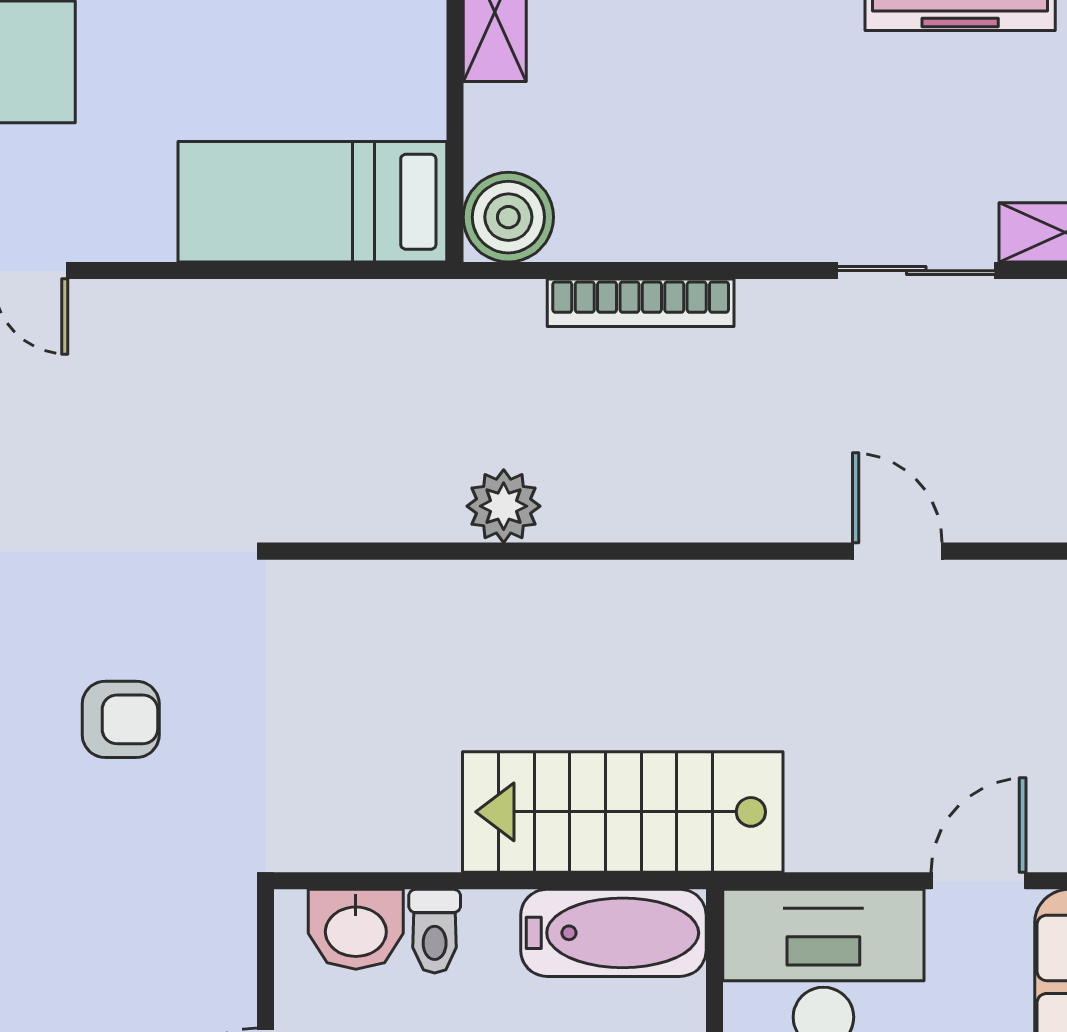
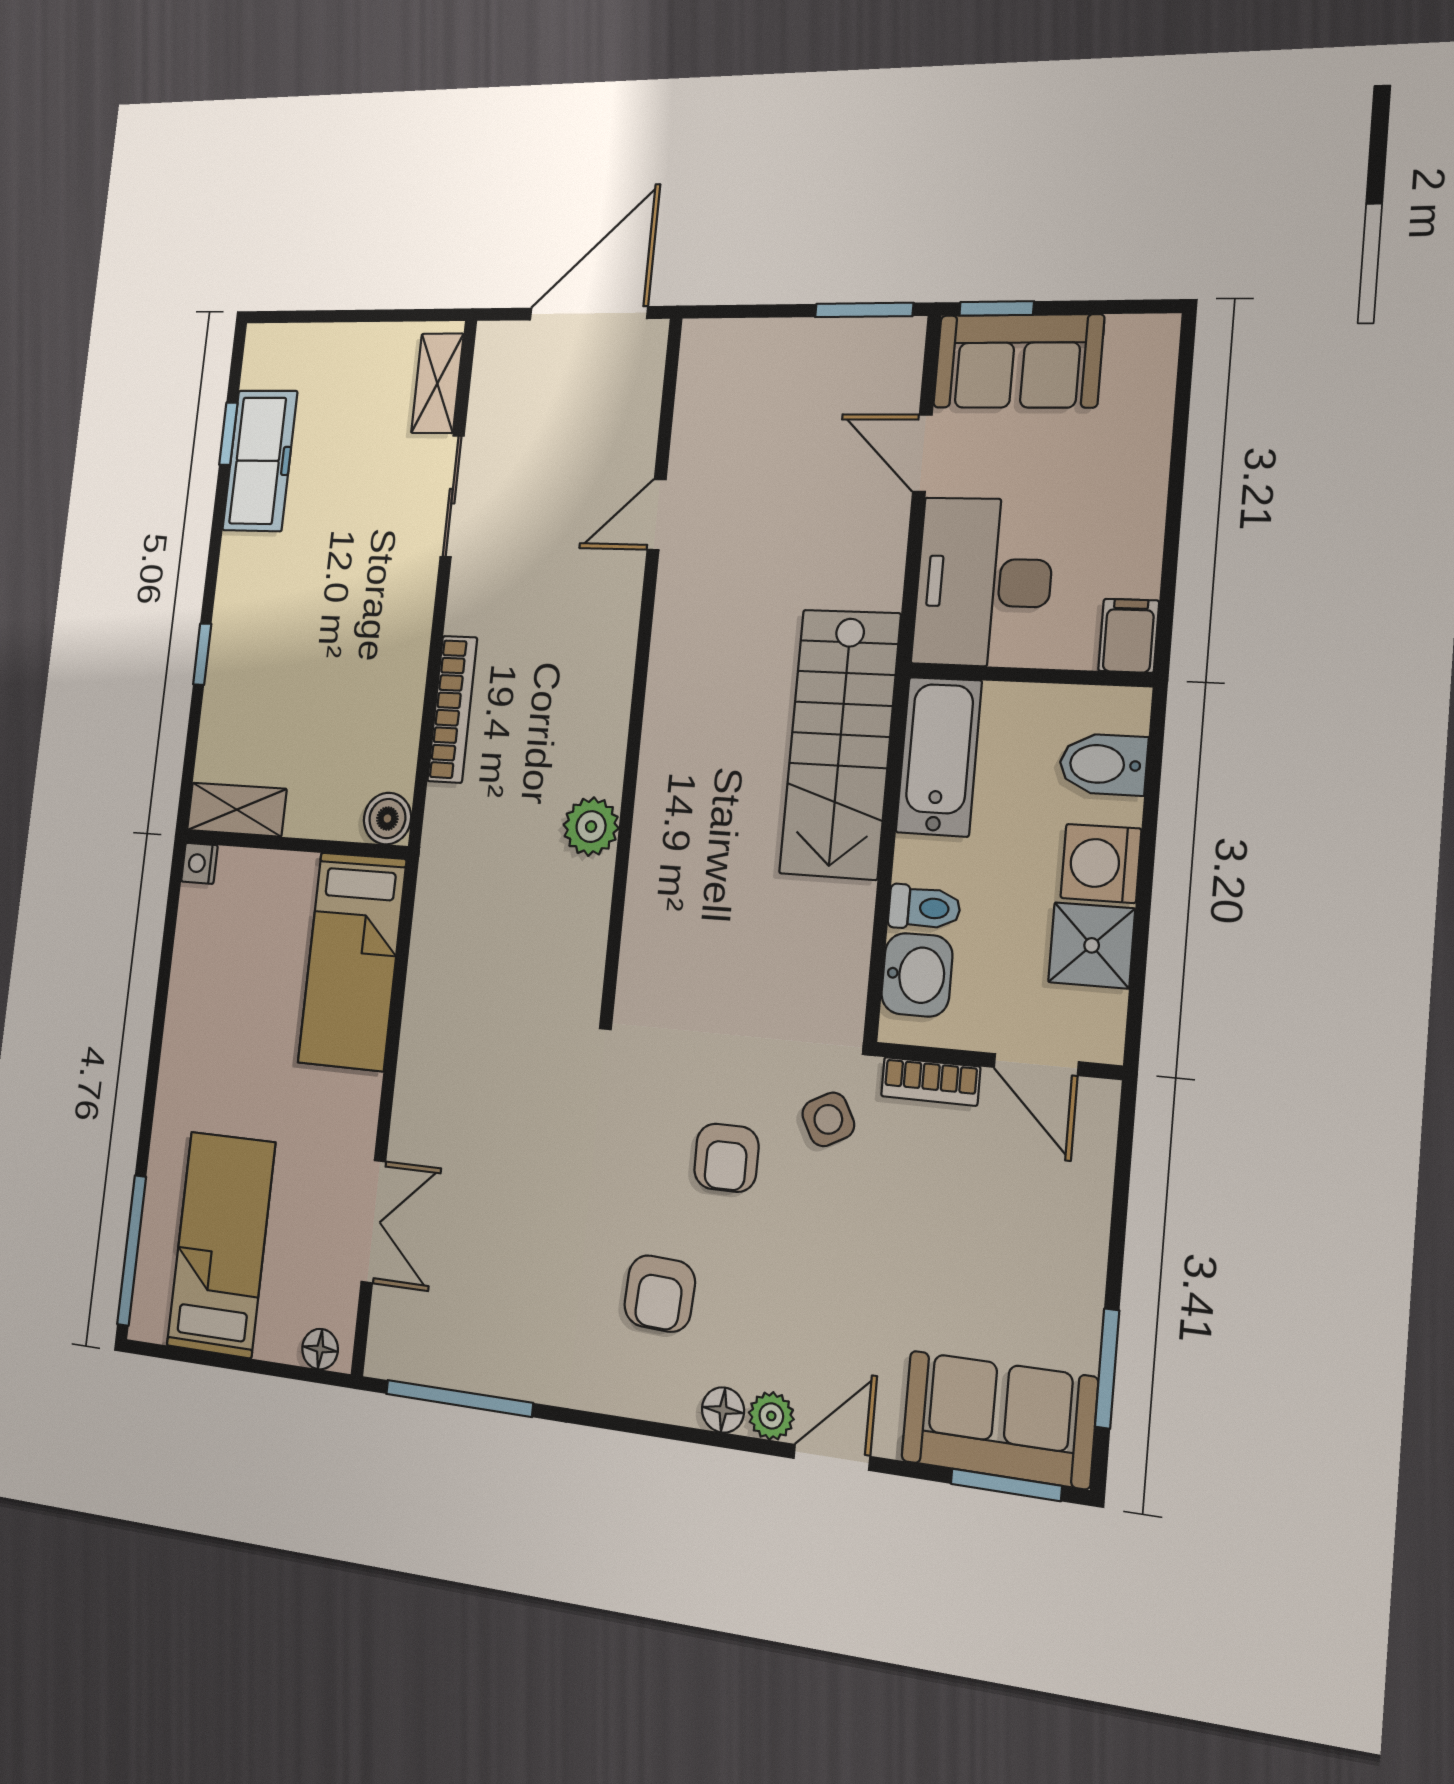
boiler: (508, 217) -> (387, 819), width x0.73, depth x0.73
armchair: (121, 719) -> (726, 1158), turned 180
side table: (179, 839) -> (828, 1119), added
bookcase: (234, 956) -> (931, 1081), added

